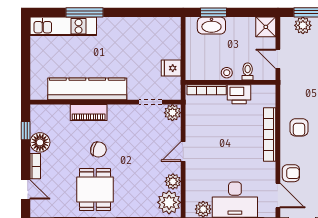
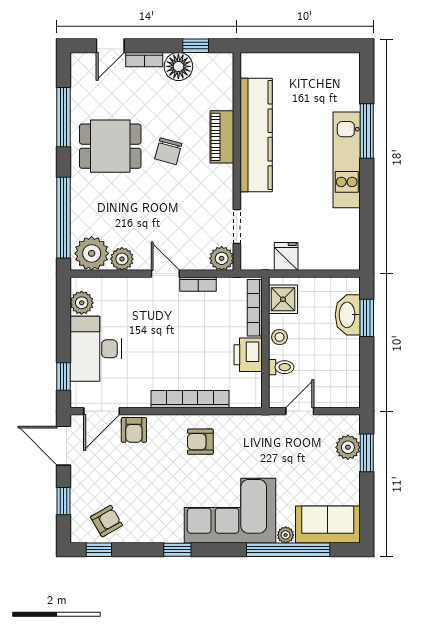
kitchen unit: (63, 26) -> (347, 160), moved
shower: (266, 27) -> (283, 299), moved
bookcase: (190, 129) -> (198, 284), added

